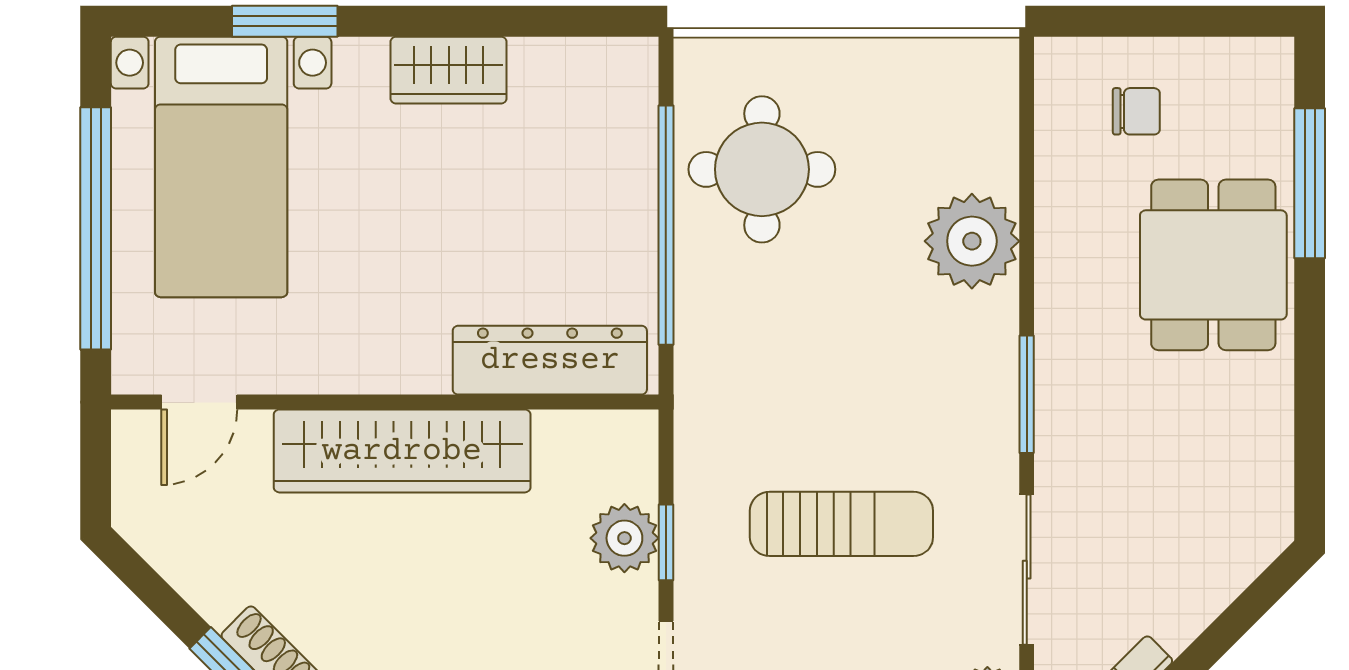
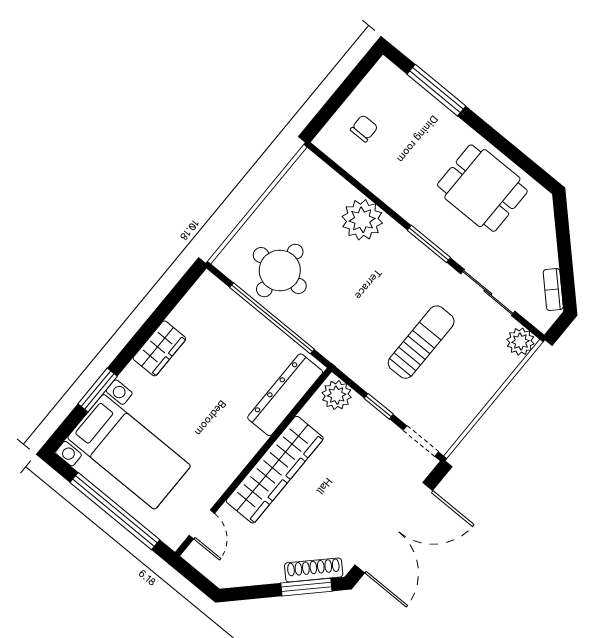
dining table: (1213, 265) -> (482, 188), moved
plant: (624, 538) -> (337, 395), moved

